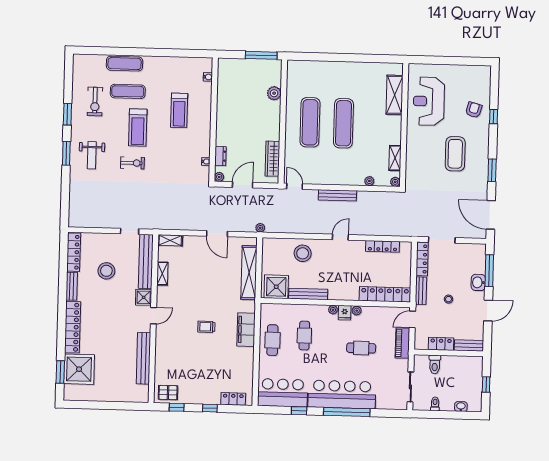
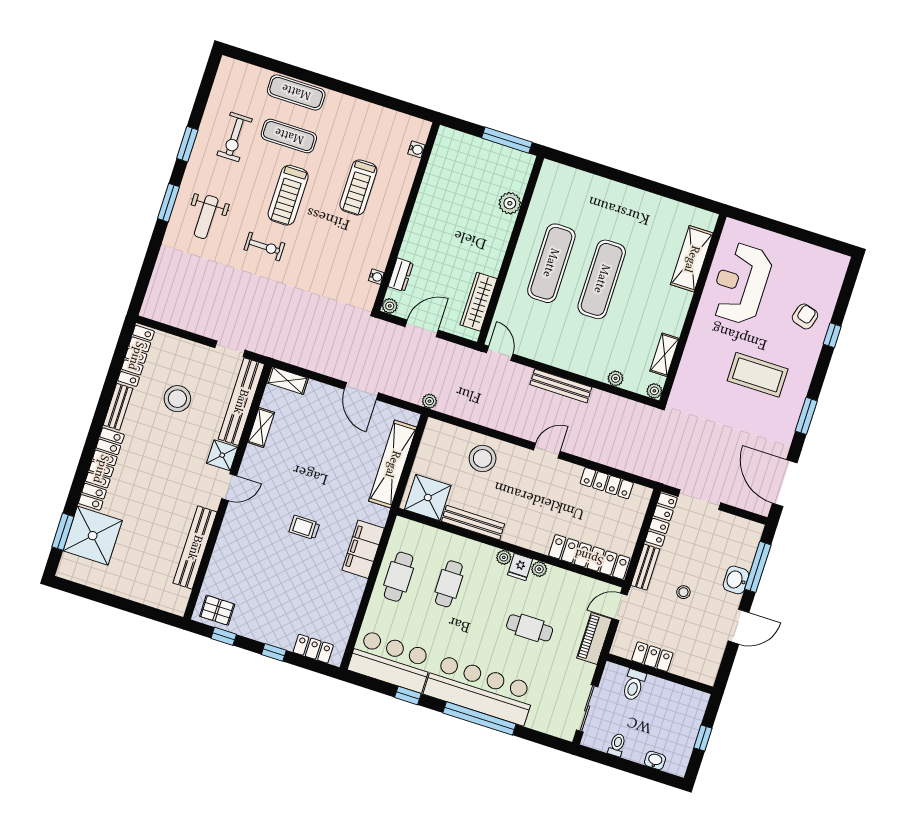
coffee table: (455, 154) -> (758, 375), turned 90
bench: (469, 345) -> (694, 671), removed

